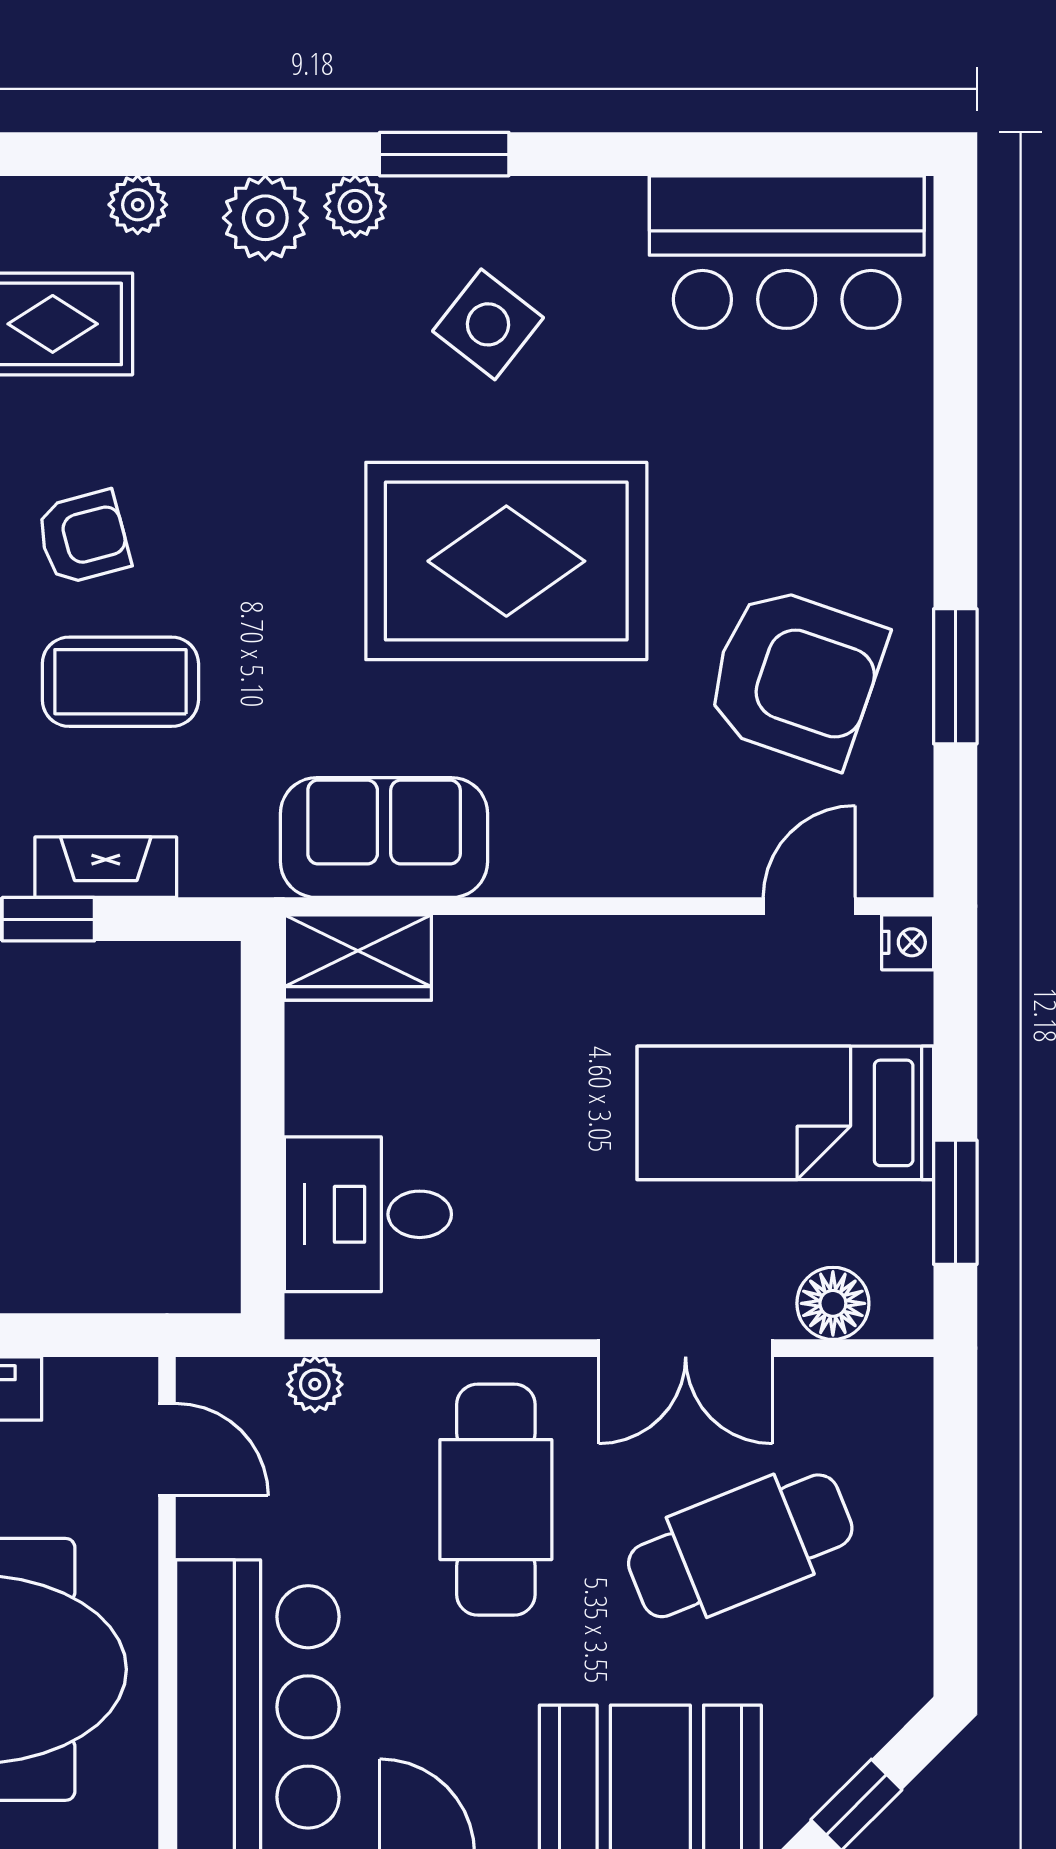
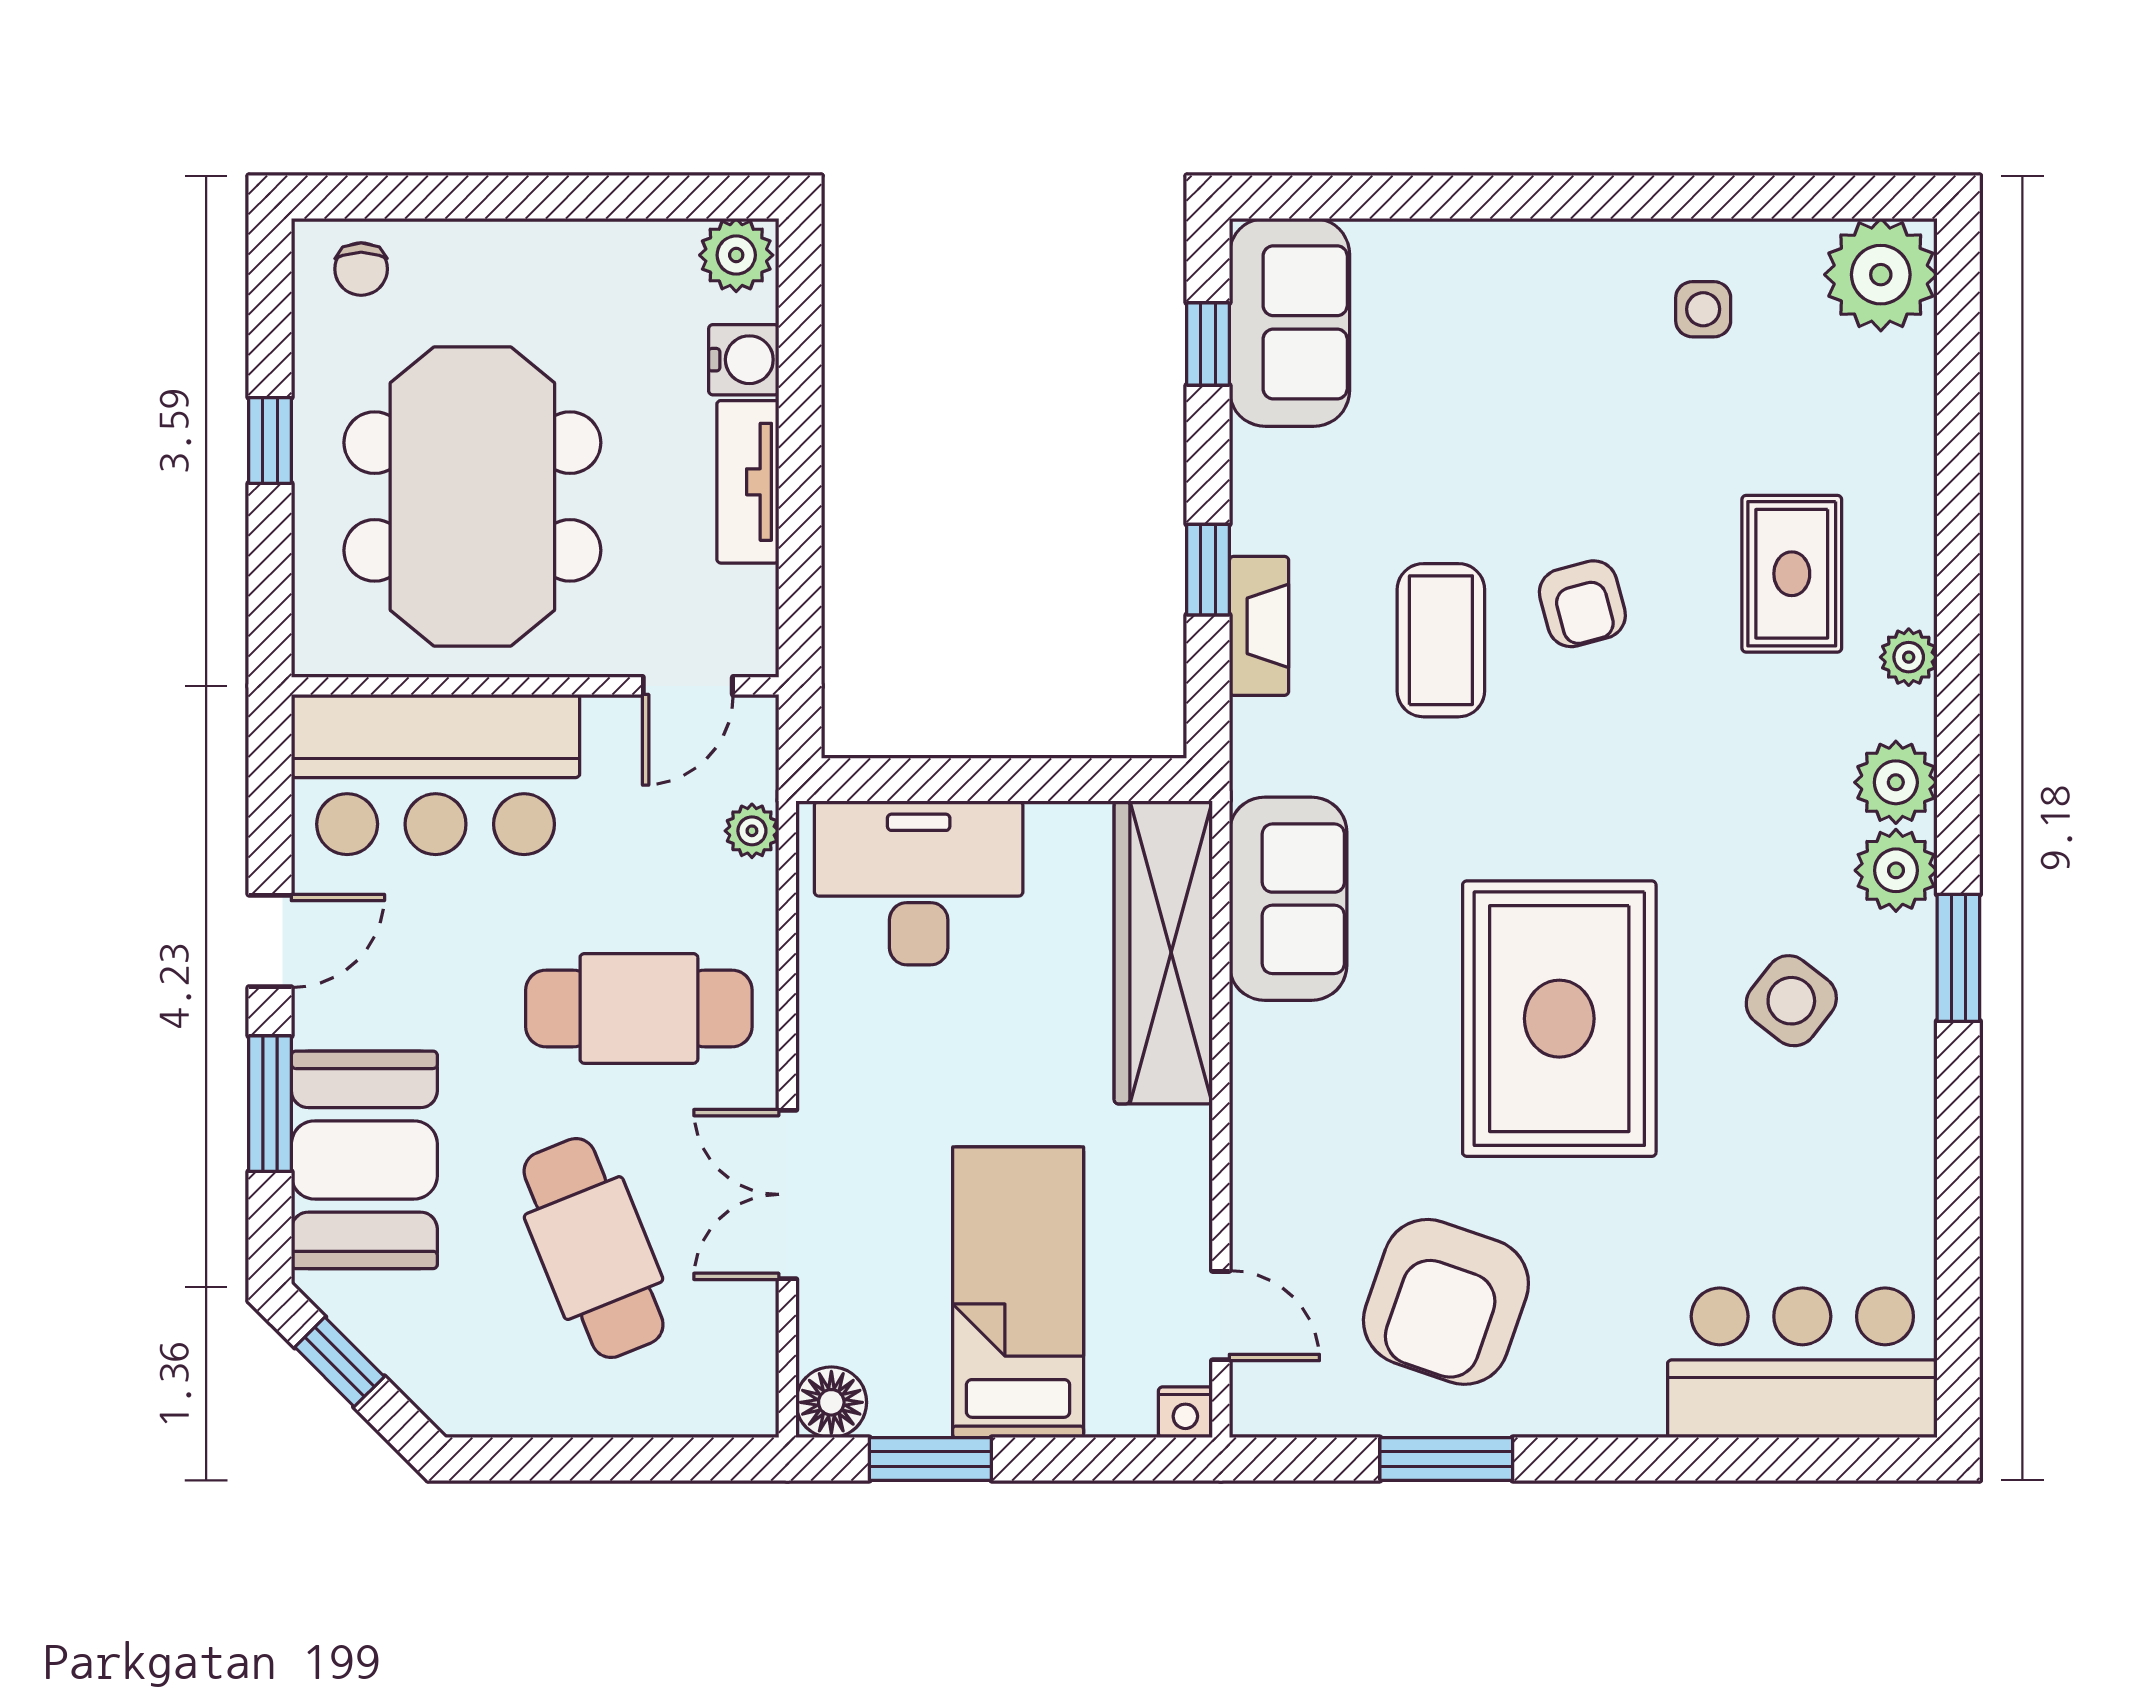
plant: (355, 206) -> (1896, 870), width x1.38, depth x1.38
bar counter: (787, 252) -> (1802, 1363), moved, turned 90
wardrobe: (358, 958) -> (1163, 952), width x2.10, depth x1.17
desk: (368, 1214) -> (919, 883), width x1.37
floor lamp: (833, 1303) -> (831, 1402), moved

